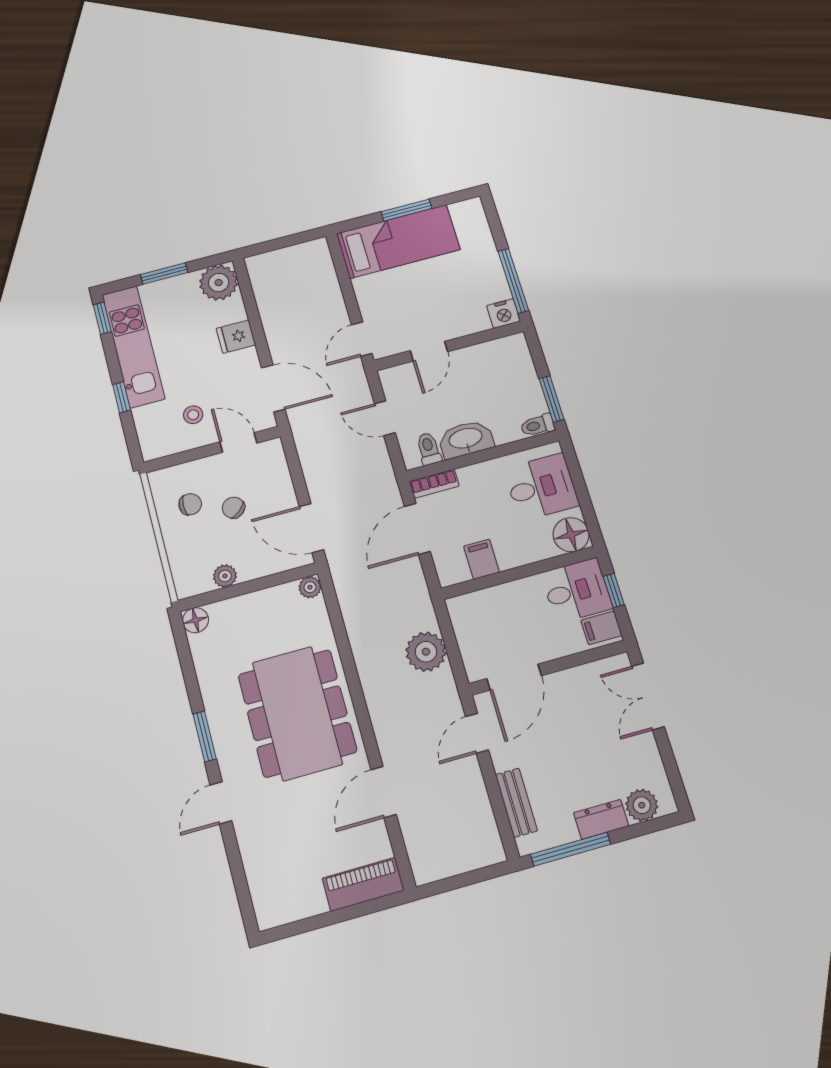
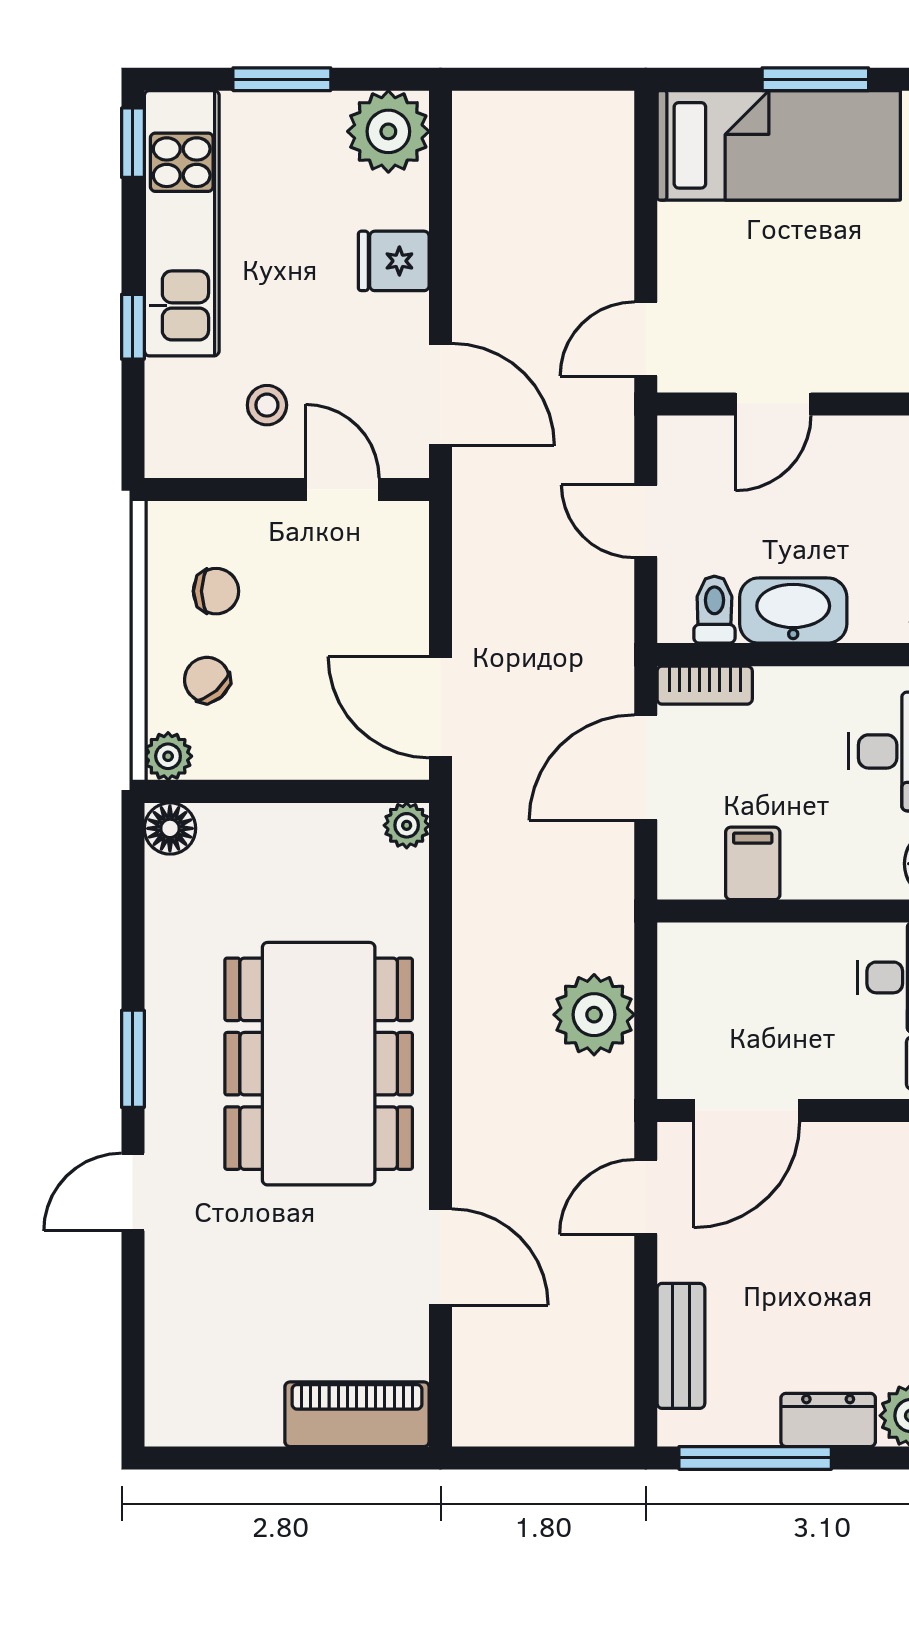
chair: (233, 508) -> (207, 680), moved
plant: (225, 576) -> (168, 756), moved
door: (384, 792) -> (441, 1257), swing flipped

